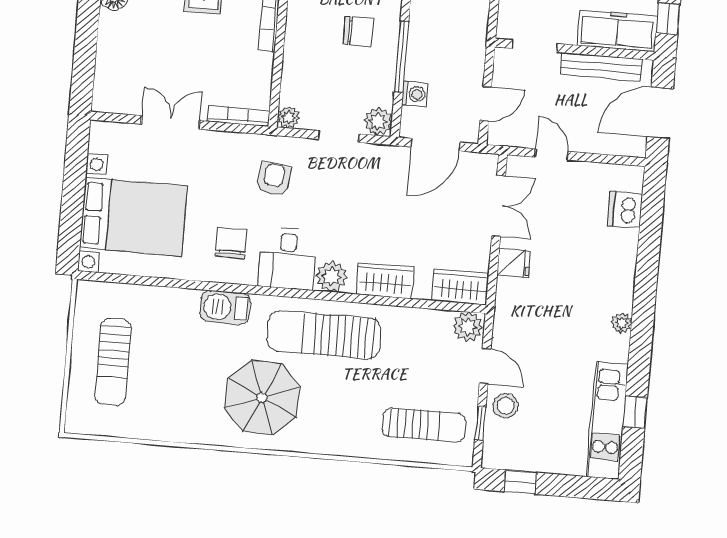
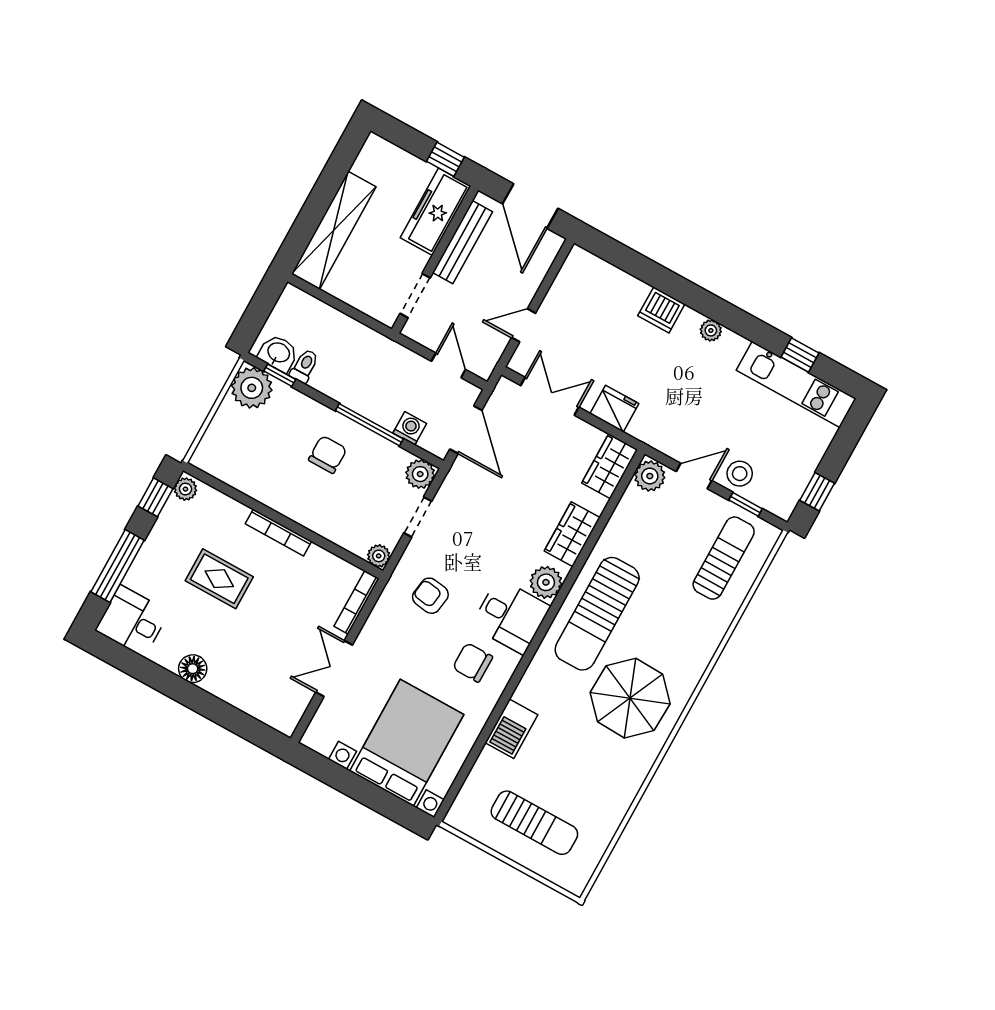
dishwasher: (625, 210) -> (661, 310), moved
fridge: (514, 263) -> (614, 409), width x1.38
barbecue: (225, 307) -> (512, 729), moved

